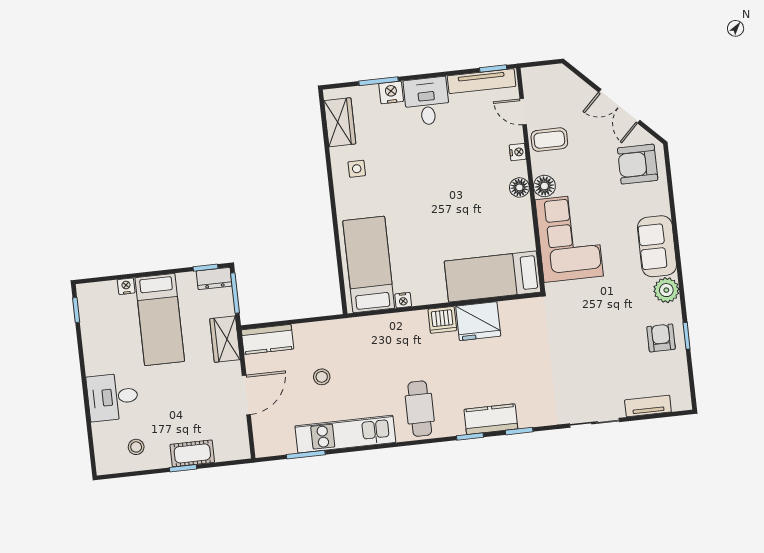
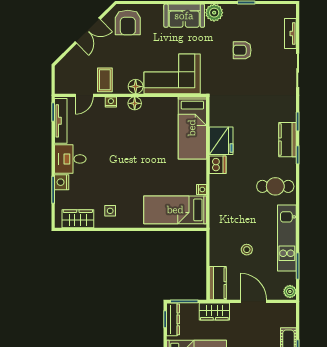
dresser: (214, 278) -> (173, 319), width x1.44
armchair: (661, 338) -> (242, 50), moved
plant: (267, 447) -> (290, 291), added

